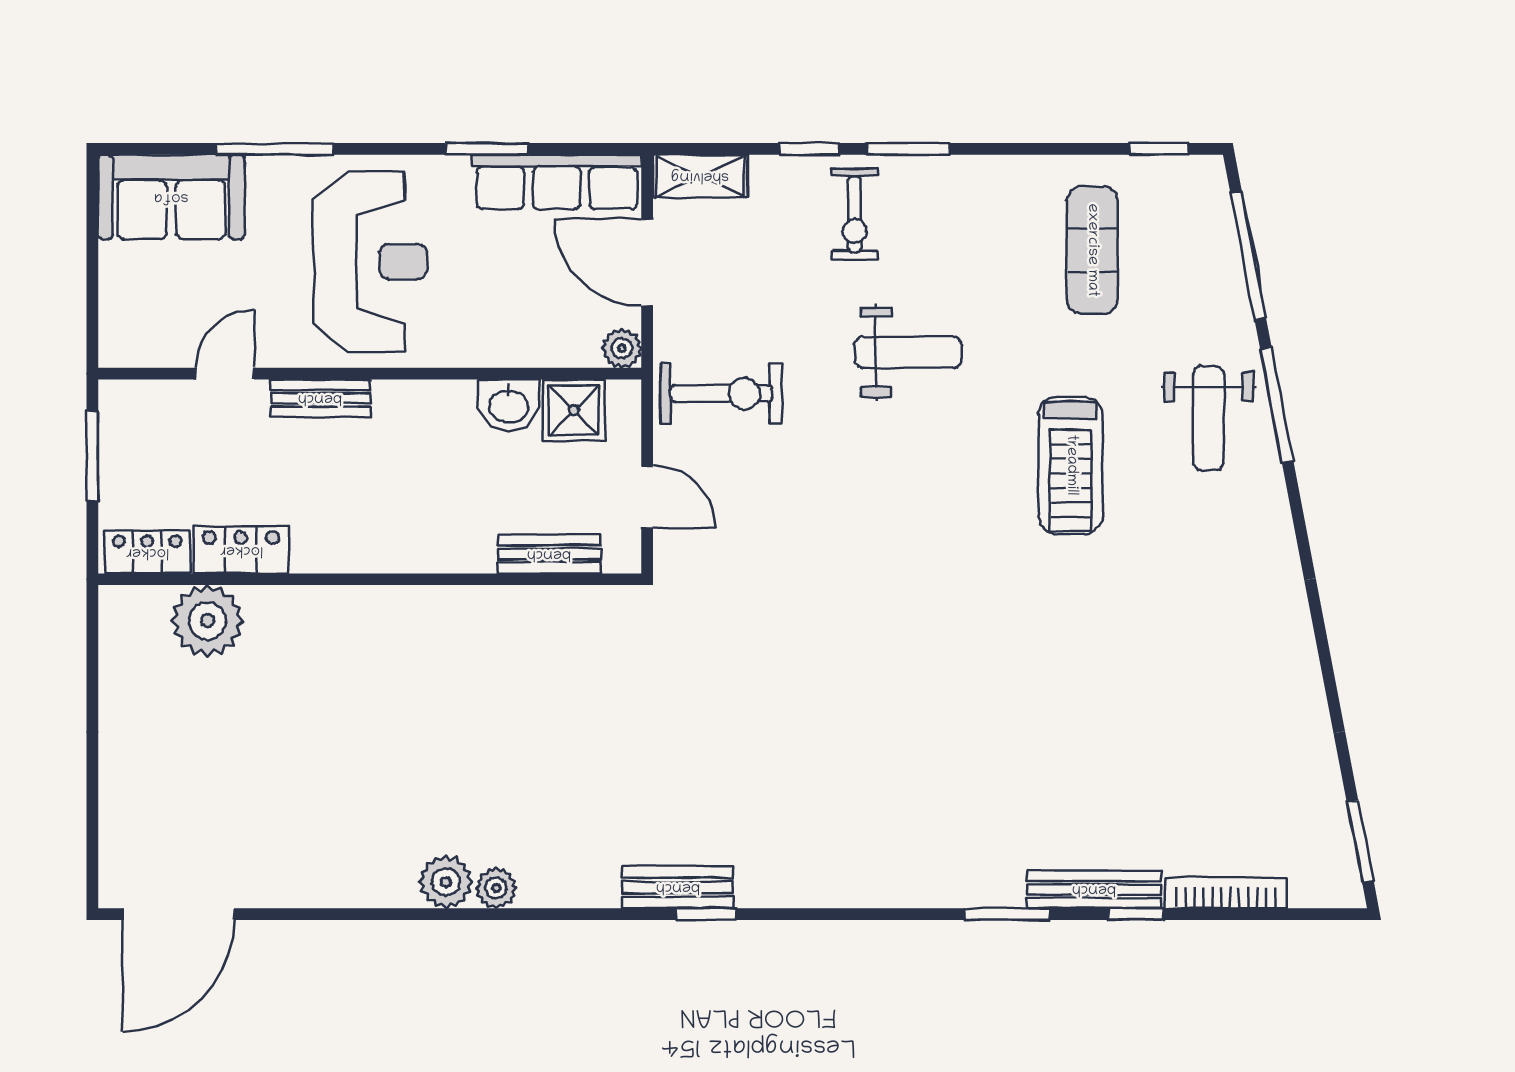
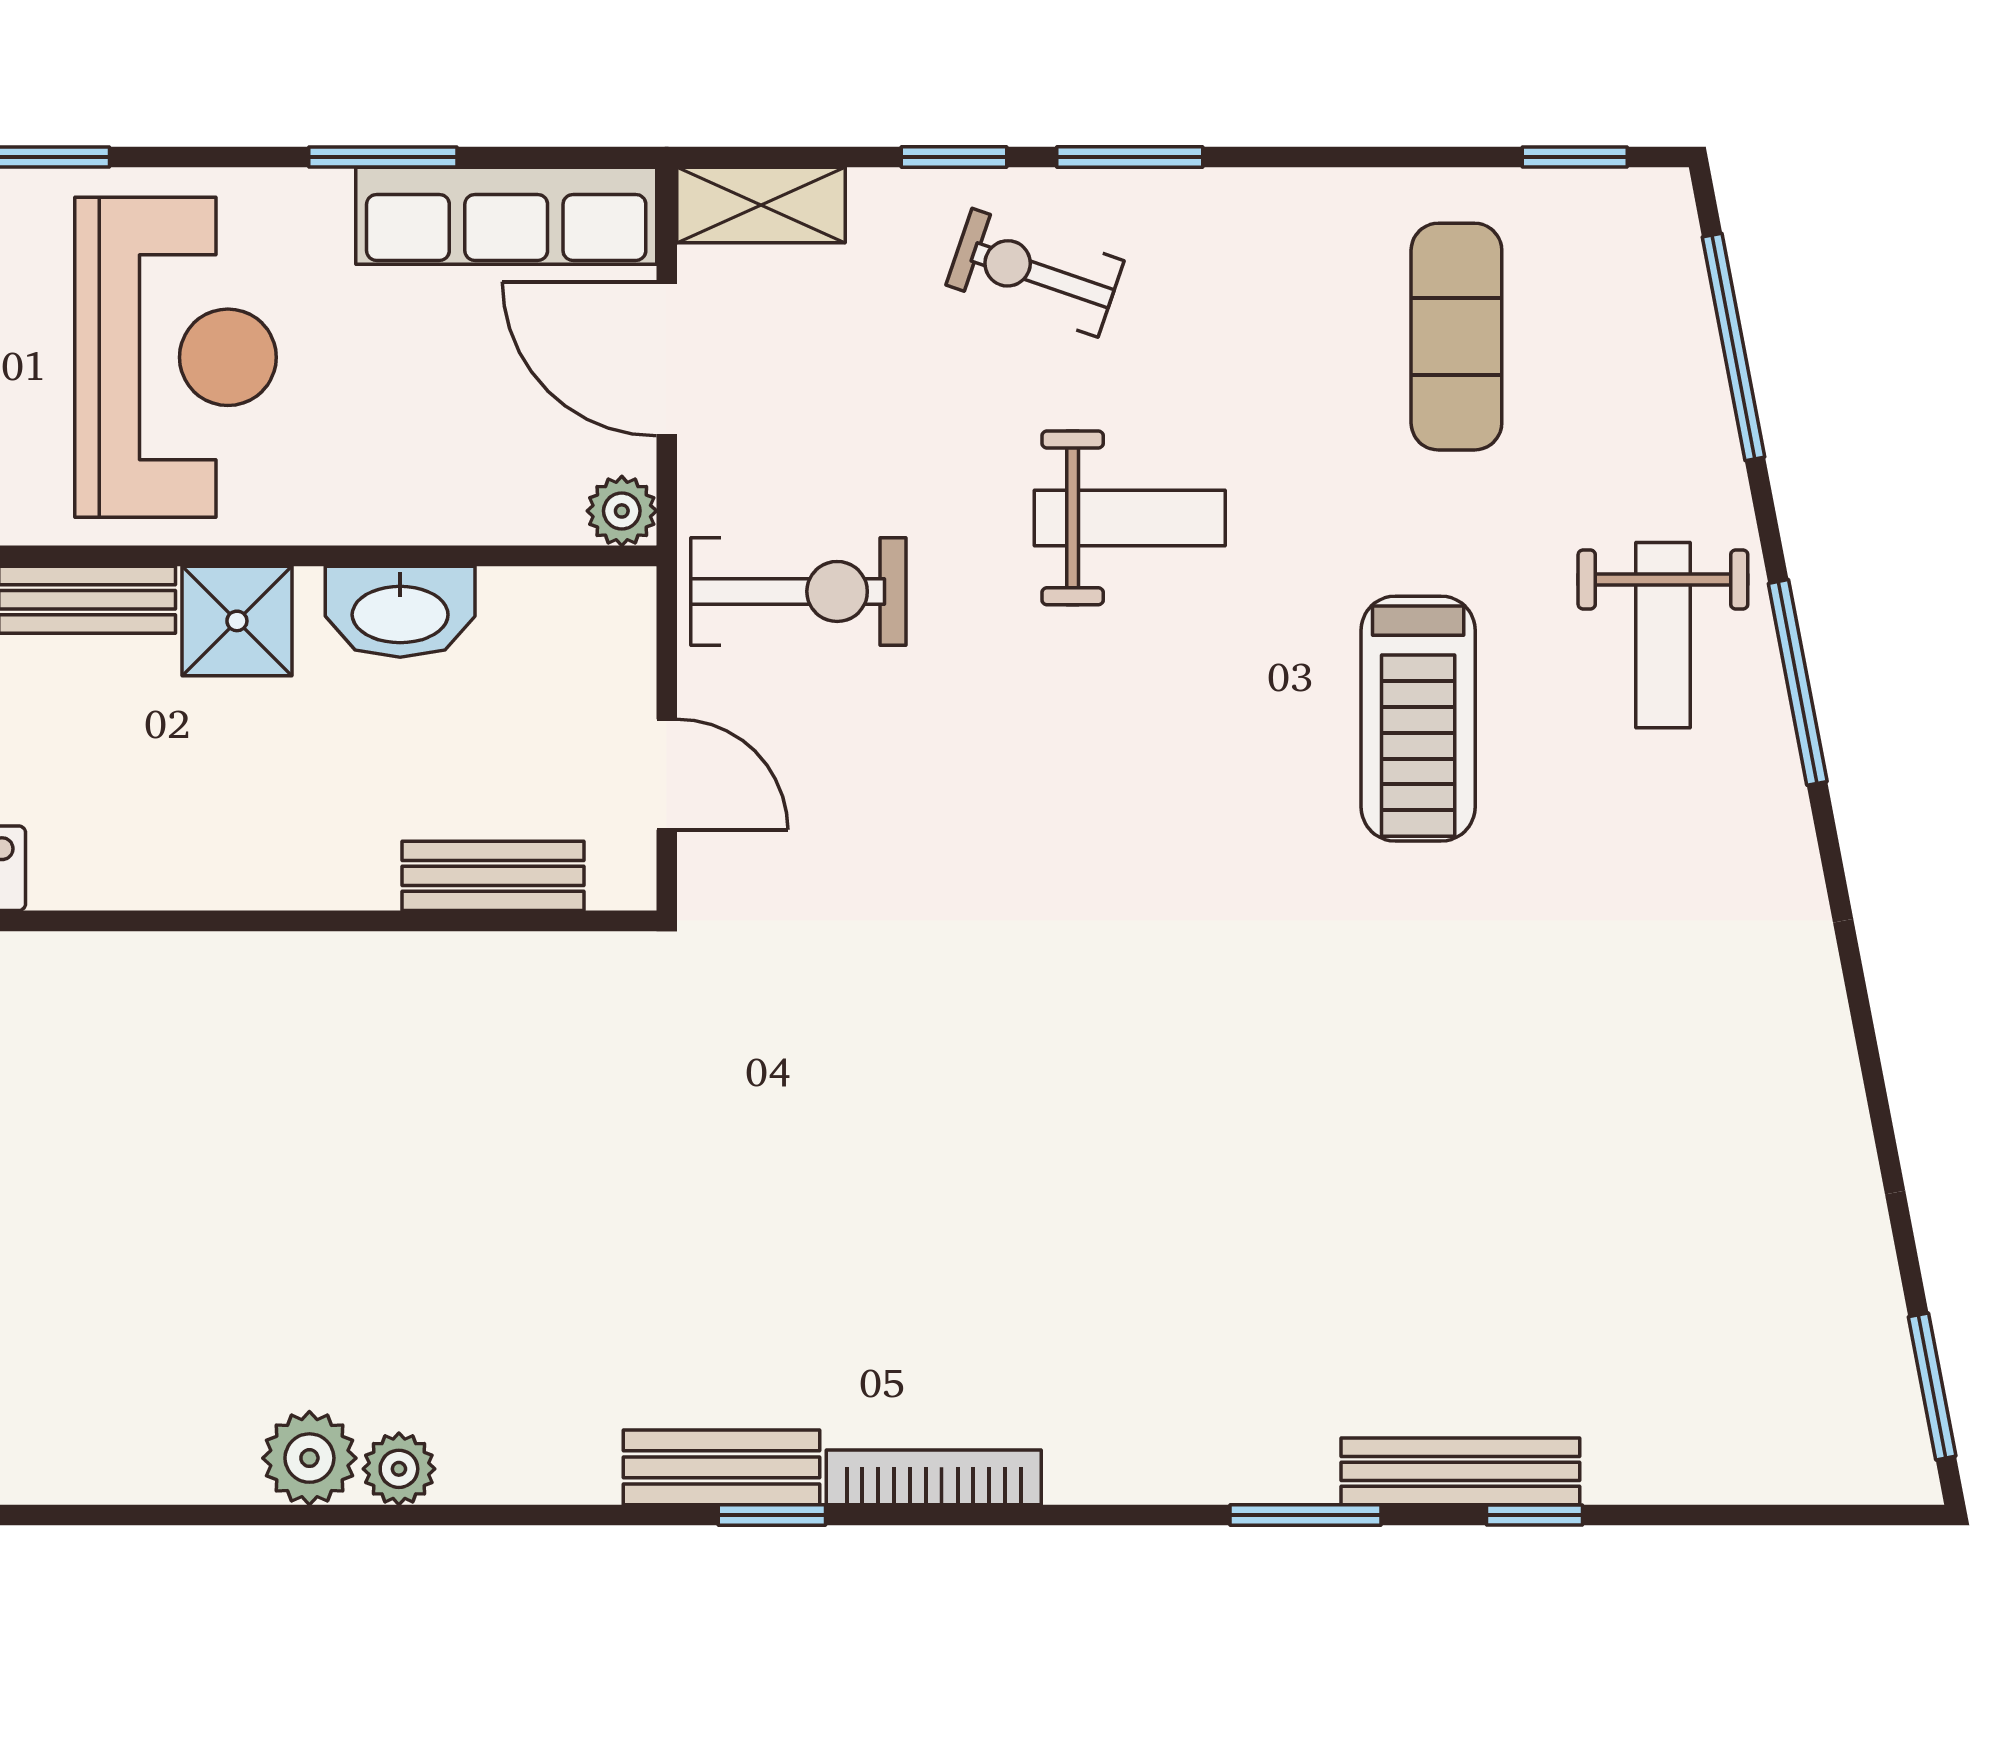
exercise bike: (855, 214) -> (1035, 273), turned 109
washbasin: (509, 405) -> (400, 612), width x1.38
window: (1277, 405) -> (1798, 682), moved
shower: (574, 410) -> (237, 621), moved
bookcase: (1226, 893) -> (934, 1477), moved

